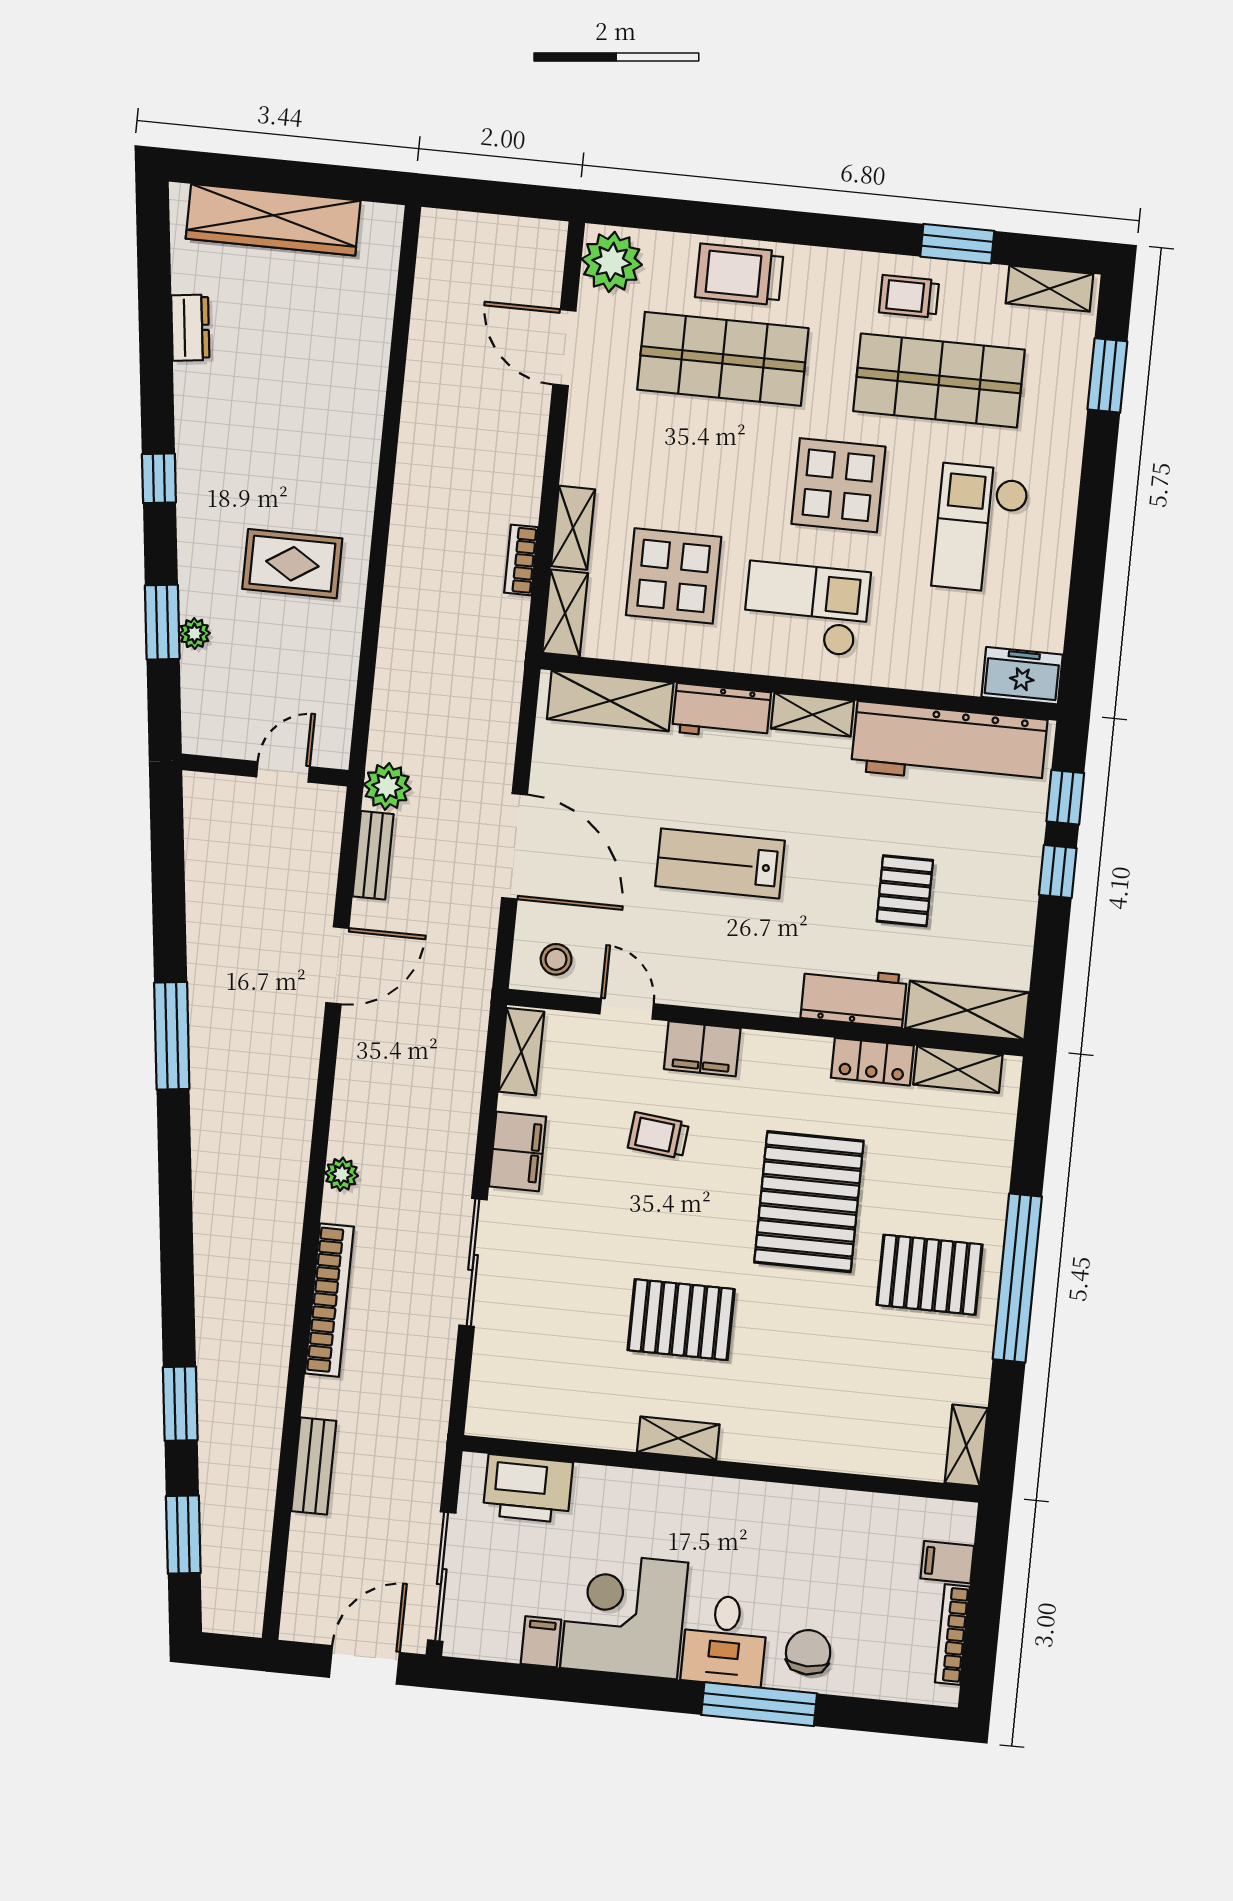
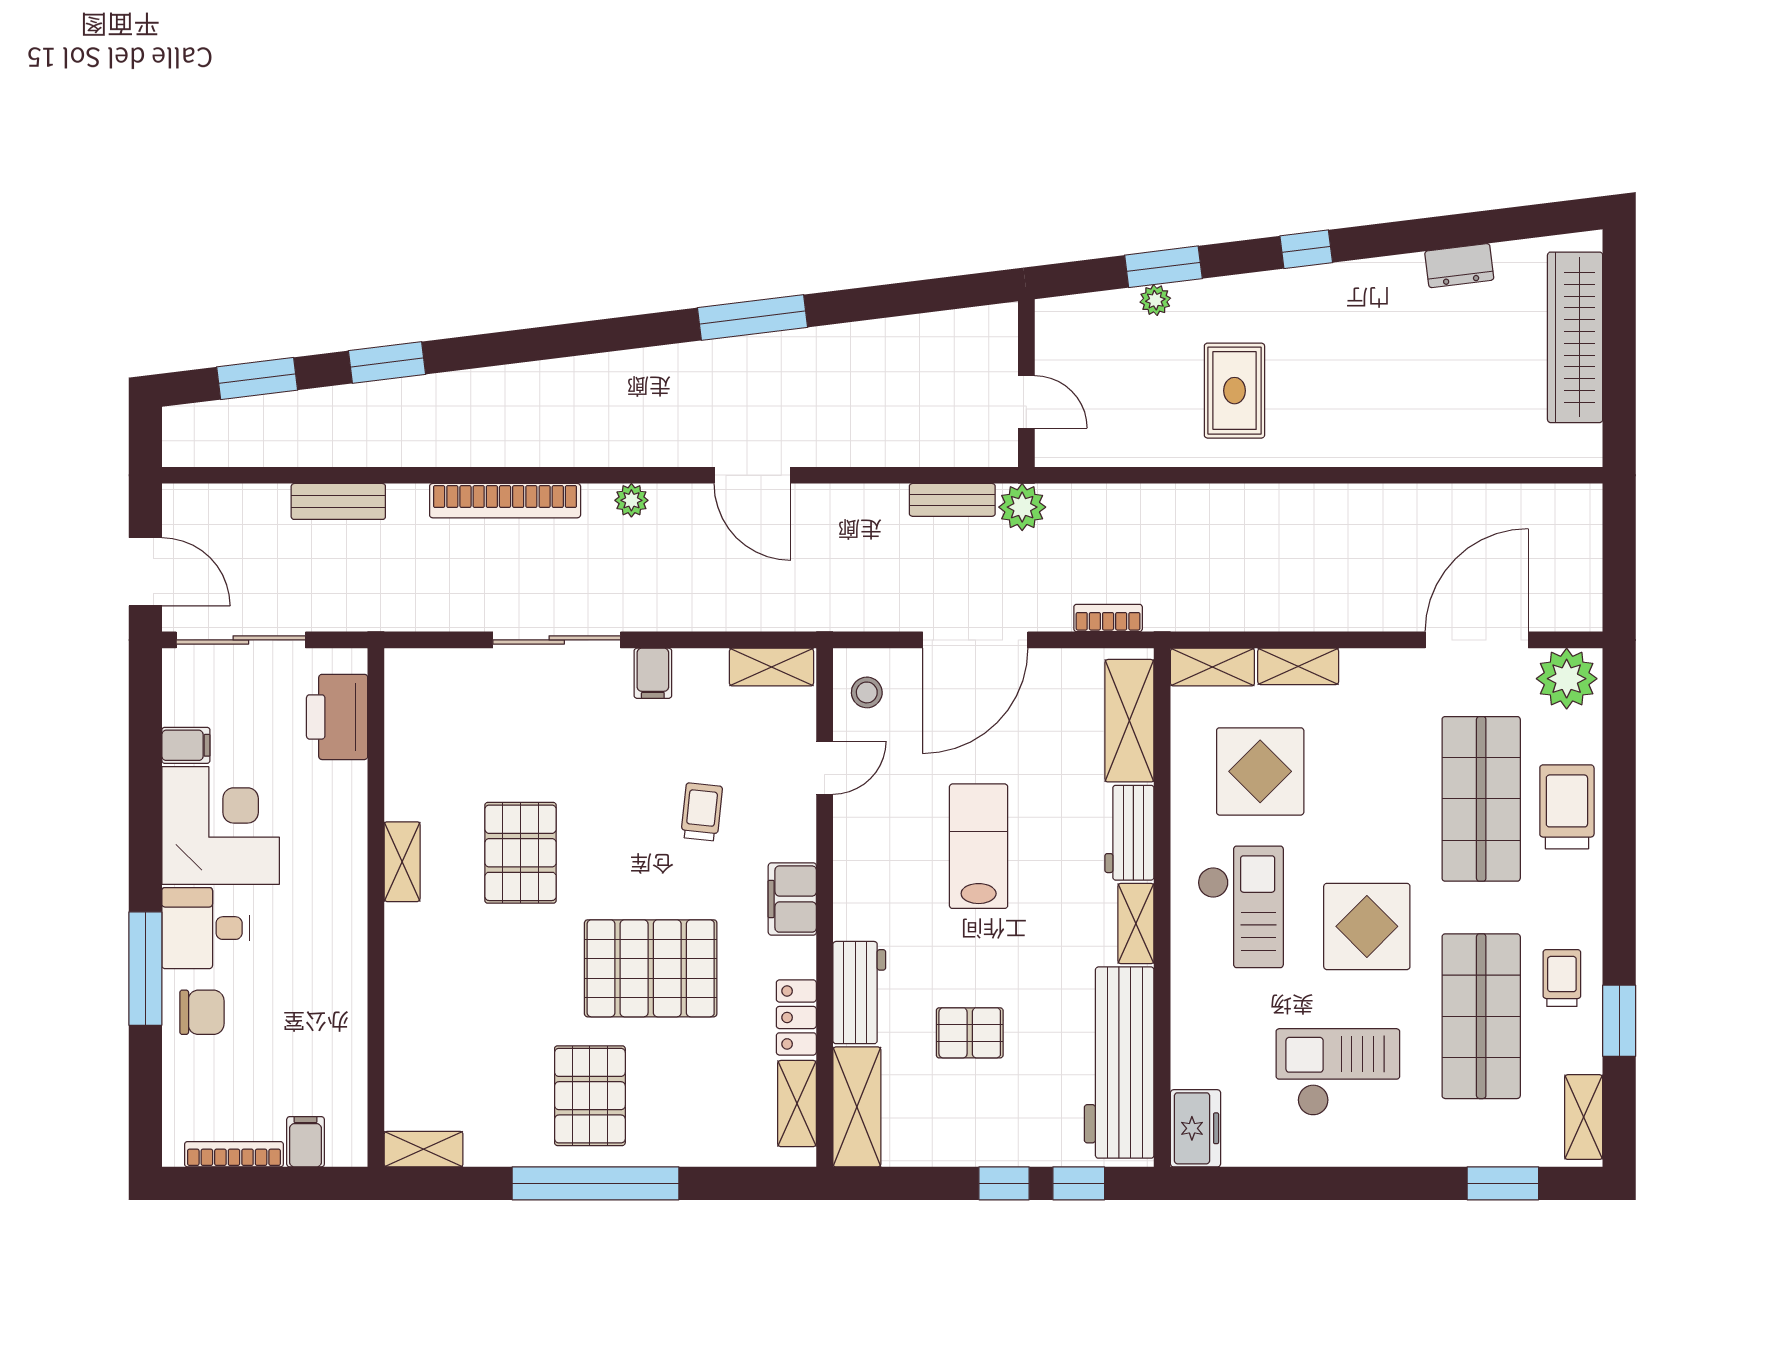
door: (564, 348) -> (1477, 640), width x1.36
bookcase: (521, 560) -> (1108, 618), moved
door: (337, 965) -> (752, 475), moved
filing cabinet: (702, 1049) -> (792, 899), moved
filing cabinet: (518, 1151) -> (653, 673), width x0.50

